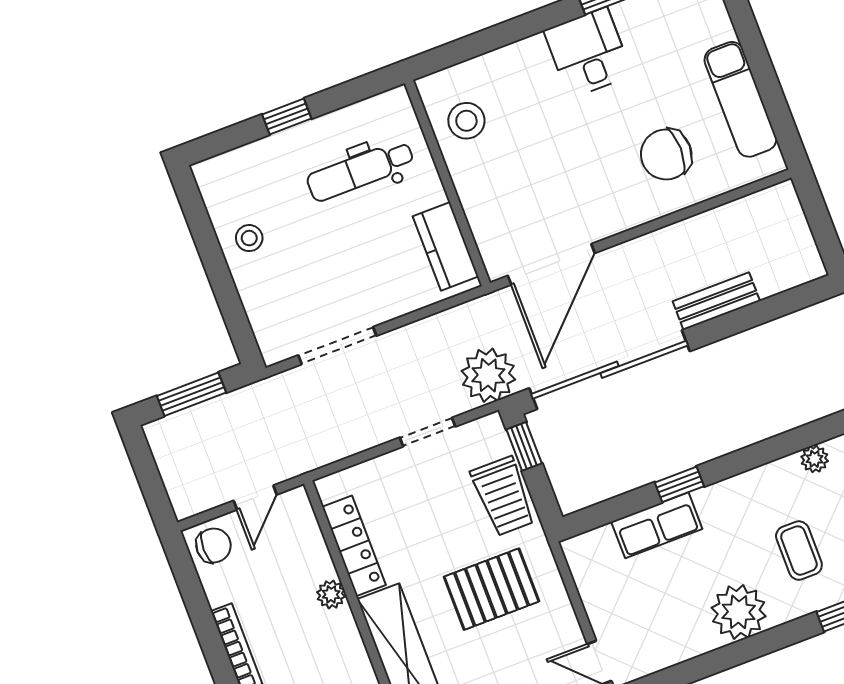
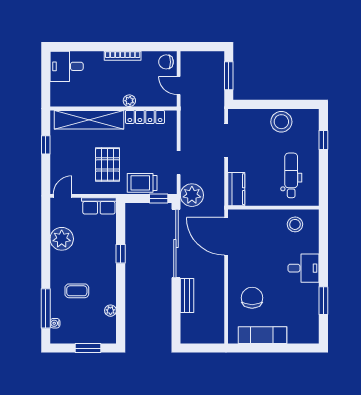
desk: (588, 53) -> (304, 268), moved
window: (287, 116) -> (323, 140), moved
stool: (249, 238) -> (281, 122), width x1.89, depth x1.89
kitchen counter: (446, 246) -> (236, 189), moved, turned 90
row of seats: (657, 525) -> (99, 206), moved, turned -90
chair: (214, 545) -> (166, 62), turned 90
plant: (739, 612) -> (62, 239), moved

